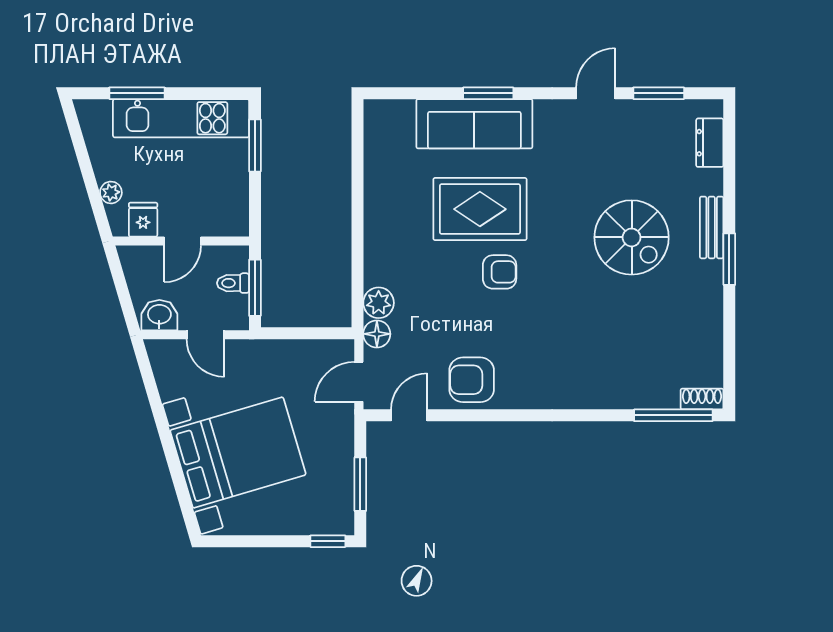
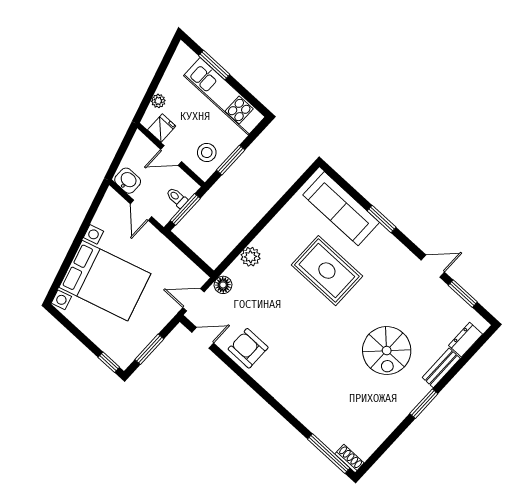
sofa: (474, 124) -> (341, 209), moved
window: (255, 145) -> (231, 160), moved
stool: (220, 200) -> (207, 152), added
bench: (712, 227) -> (441, 368), moved
armchair: (500, 272) -> (309, 309), removed
plant: (379, 303) -> (250, 257), moved

